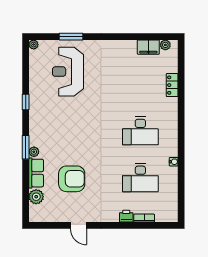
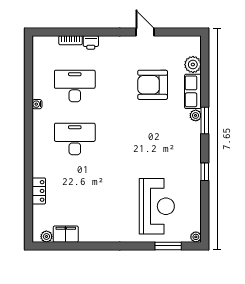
window: (71, 37) -> (168, 246), moved

